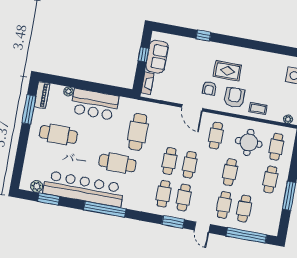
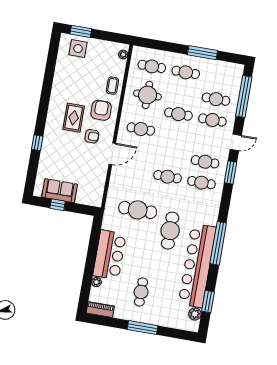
fireplace: (147, 83) -> (87, 200), removed
armchair: (234, 97) -> (101, 110), turned 90
window: (29, 109) -> (142, 328), moved
cafe table: (58, 134) -> (141, 292), width x0.73, depth x0.74
cafe table: (190, 165) -> (171, 156), removed

